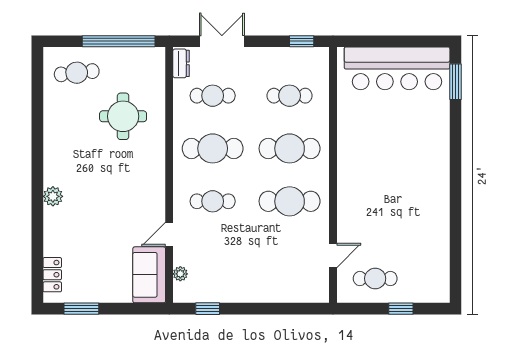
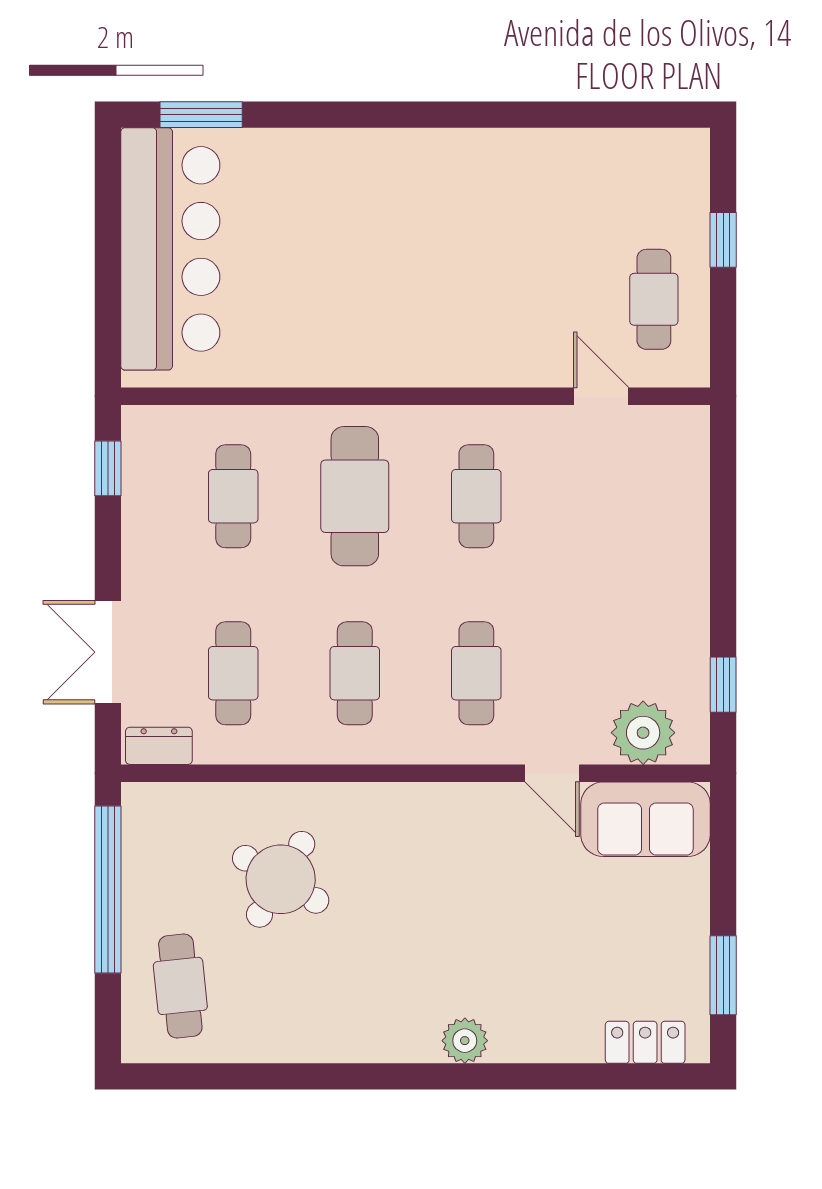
round table: (123, 116) -> (281, 879), turned 31
cafe table: (213, 148) -> (355, 673), width x0.73, depth x0.74
cafe table: (290, 201) -> (476, 496), width x0.73, depth x0.74
plant: (180, 274) -> (643, 733), width x1.88, depth x1.88

